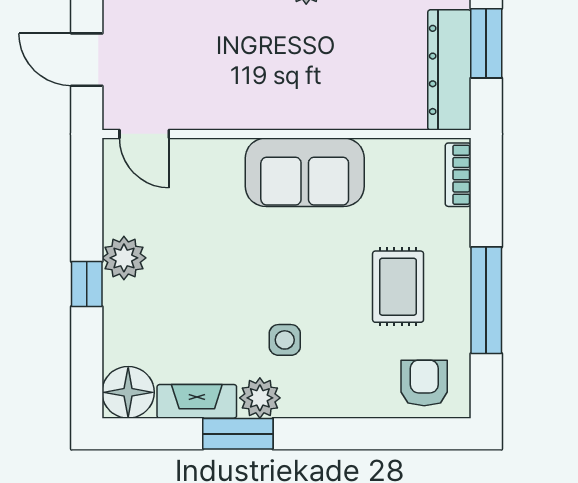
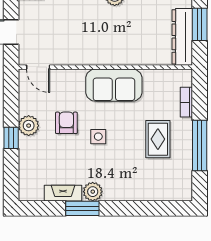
bookcase: (458, 175) -> (186, 102), moved
side table: (285, 340) -> (98, 137), moved
armchair: (424, 383) -> (66, 123), moved
floor lamp: (128, 392) -> (31, 189), removed

